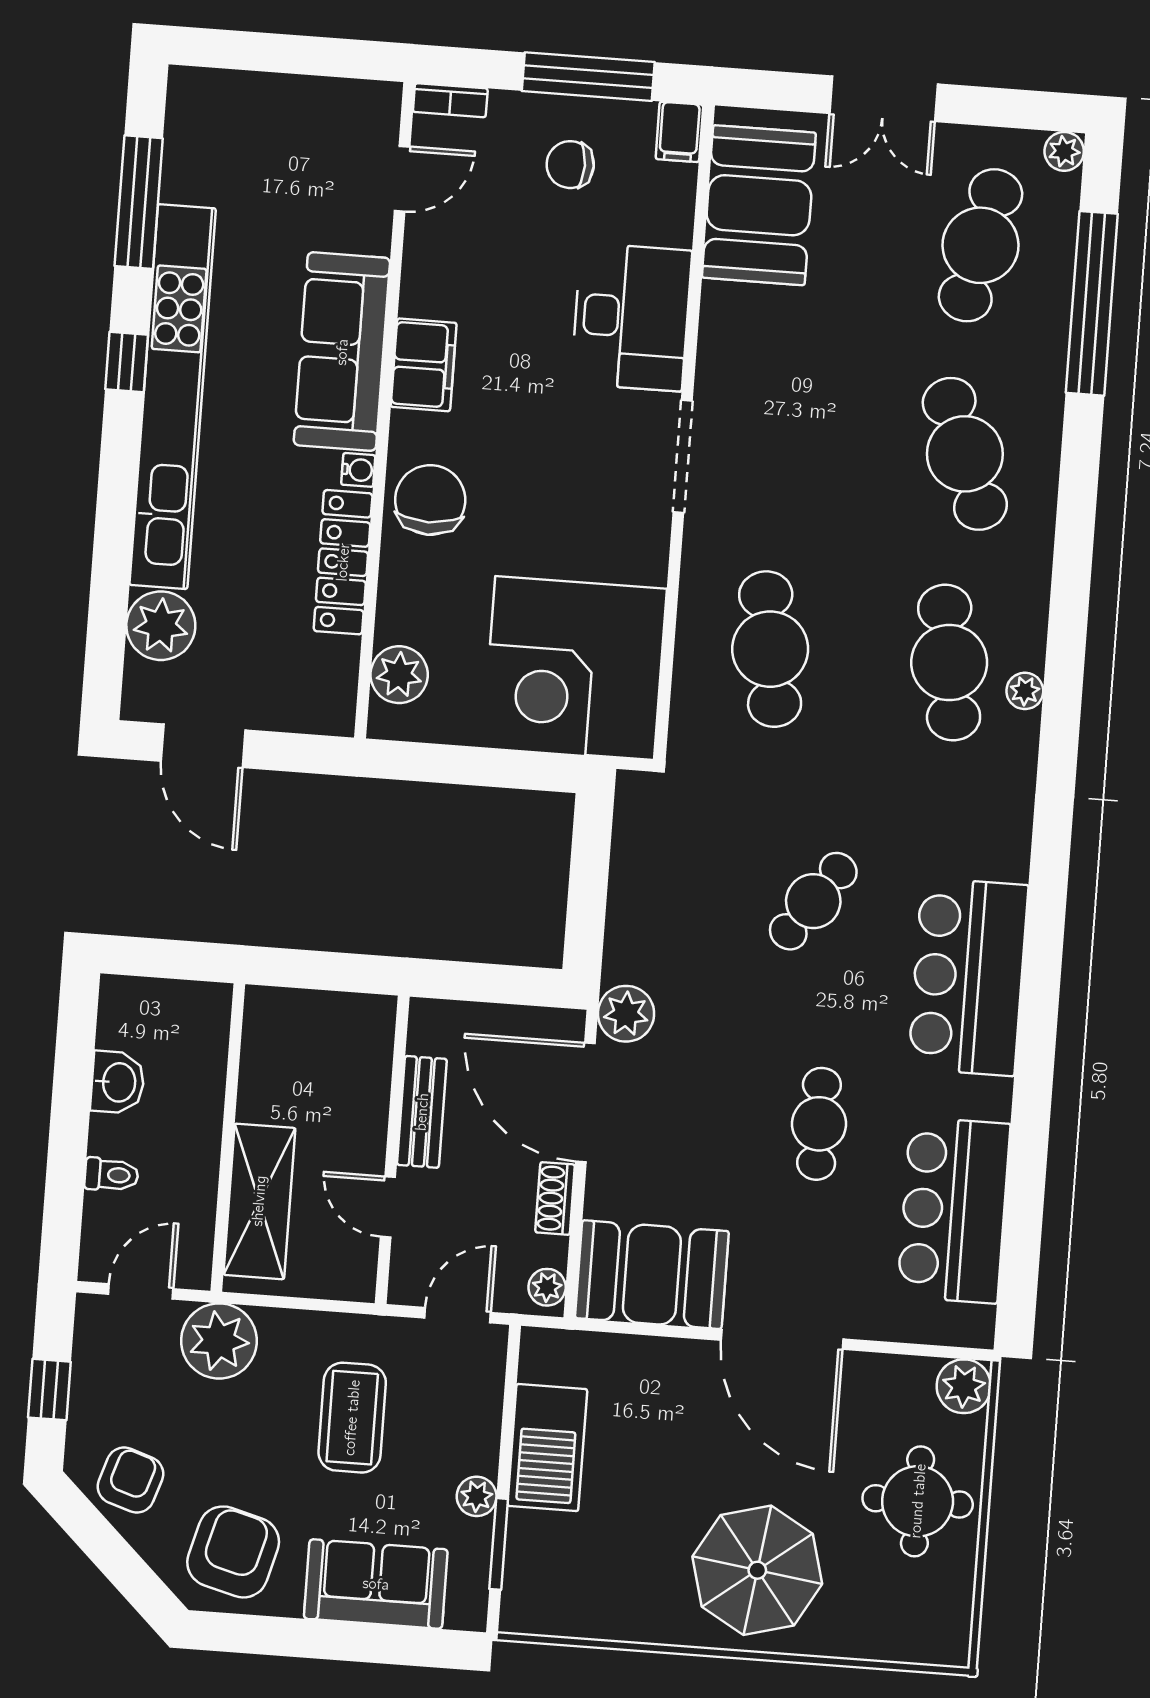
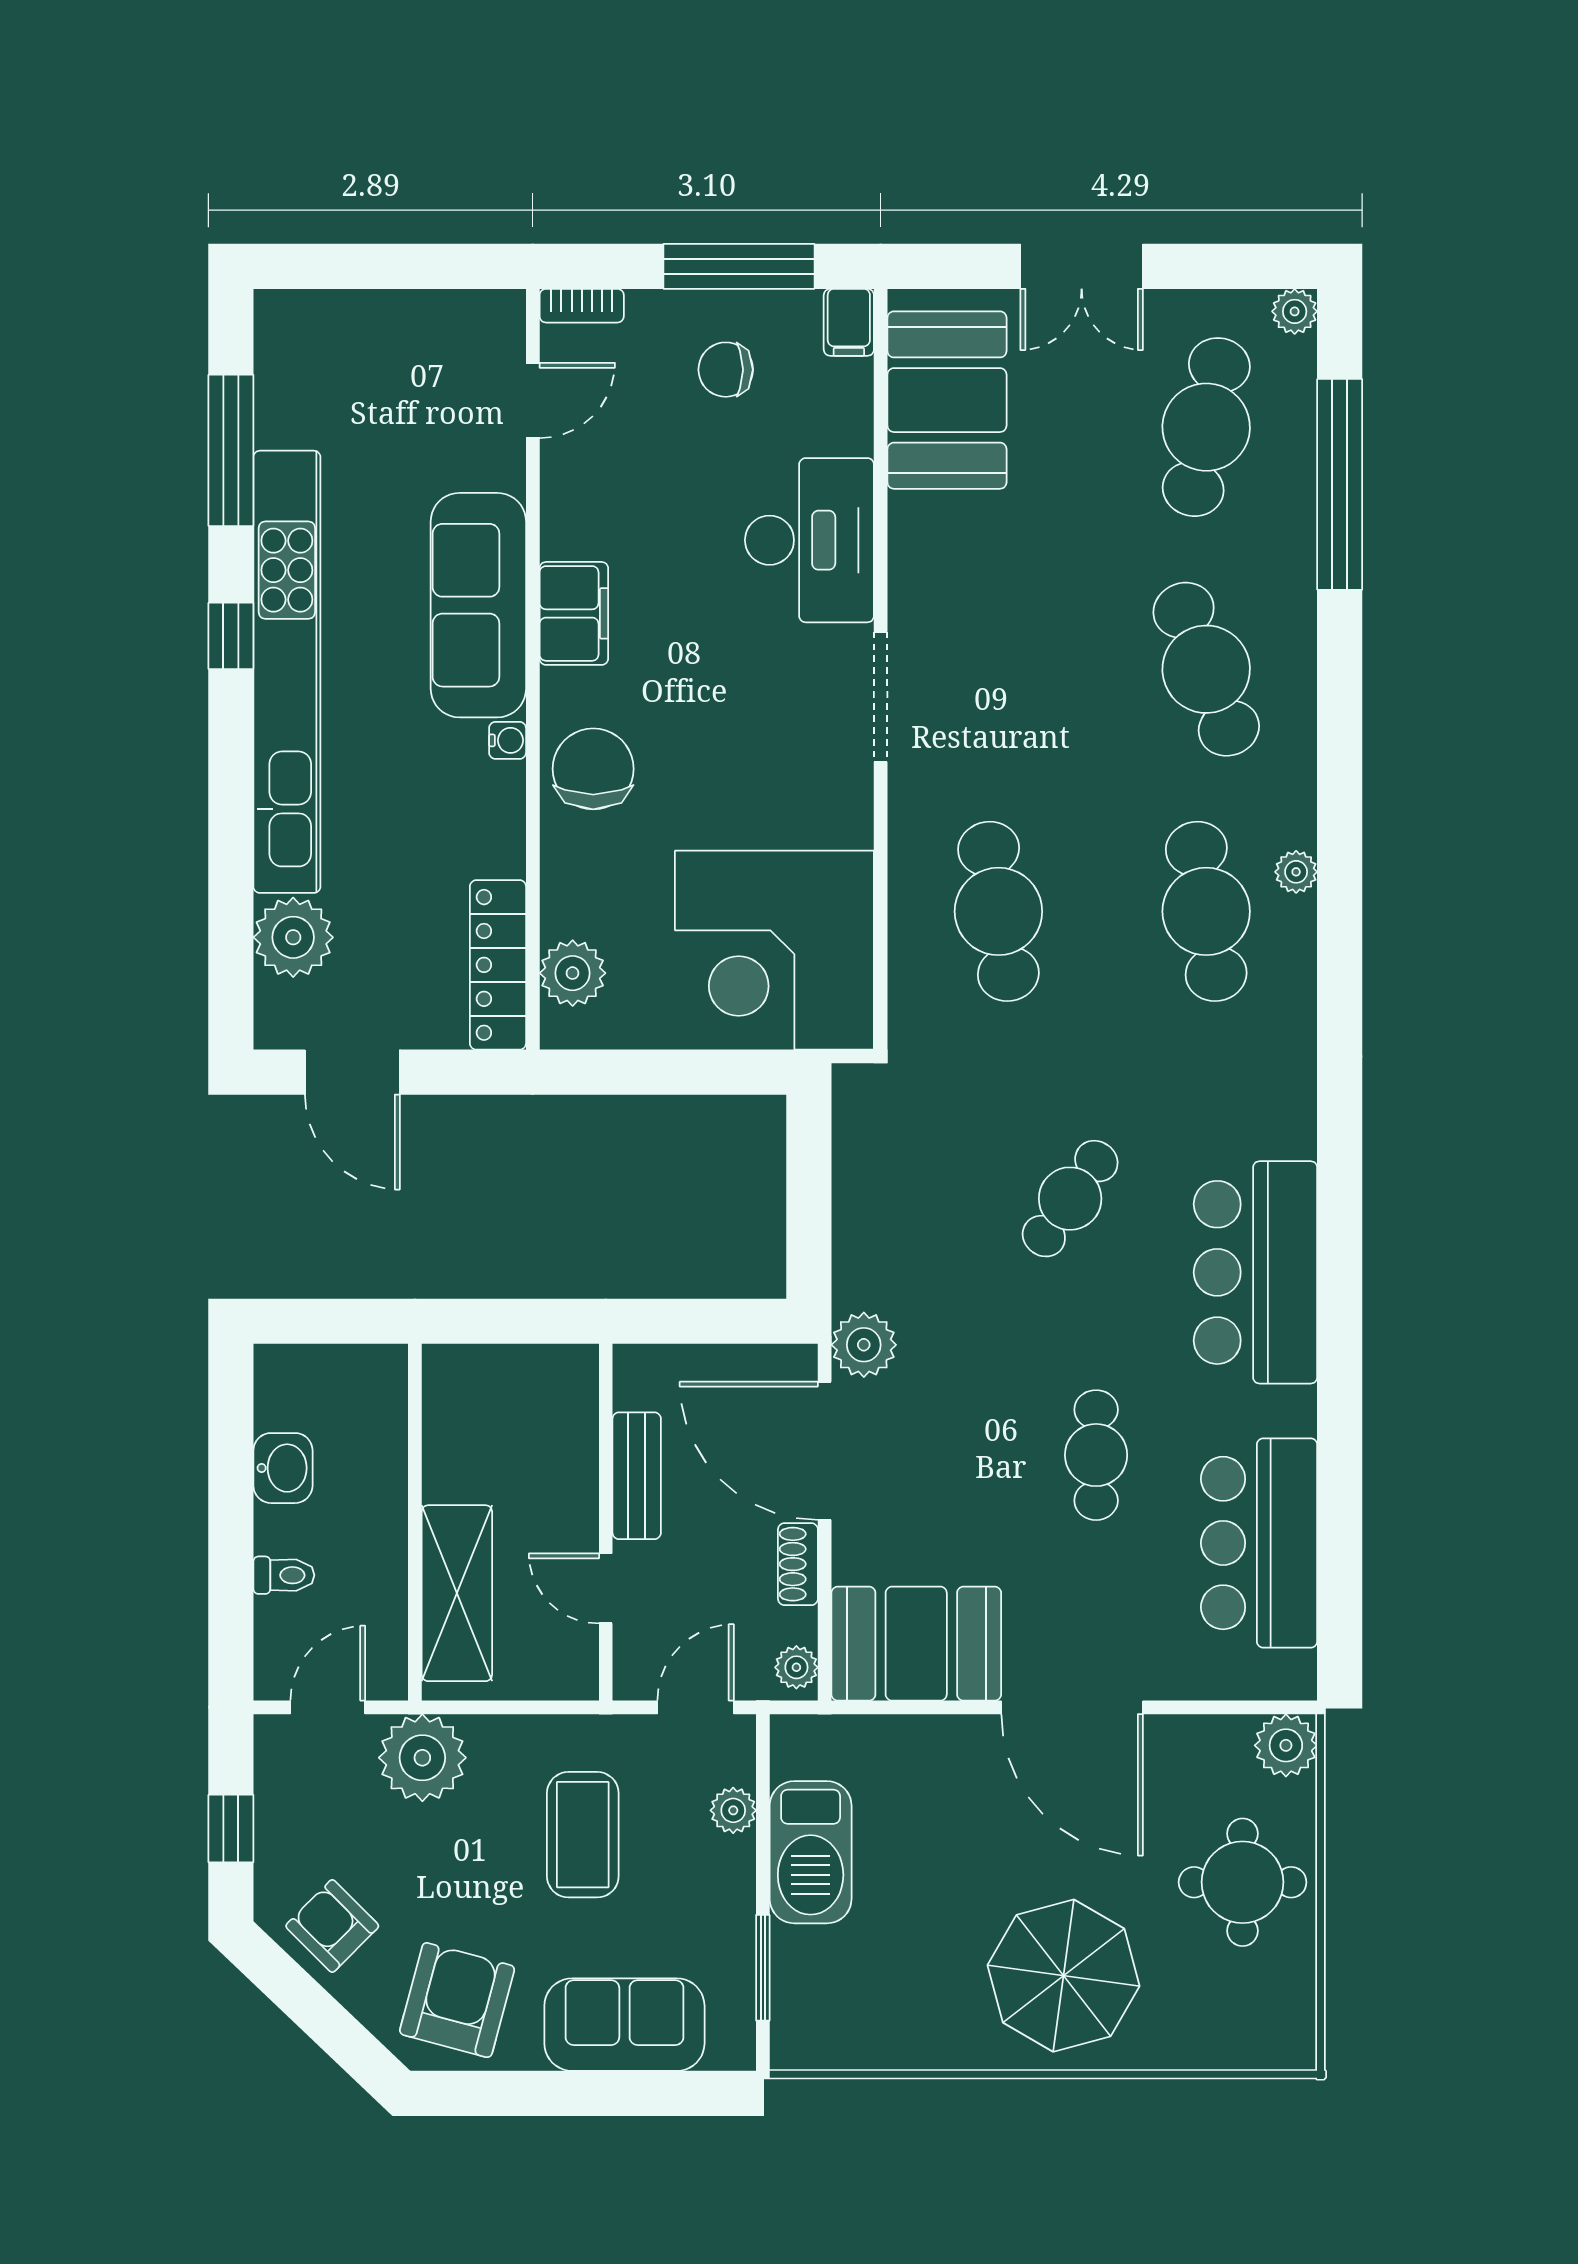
locker: (343, 562) -> (498, 965), moved
plant: (1025, 691) -> (1296, 872), moved
armchair: (130, 1480) -> (332, 1926), turned -63
plant: (477, 1496) -> (733, 1810), moved

